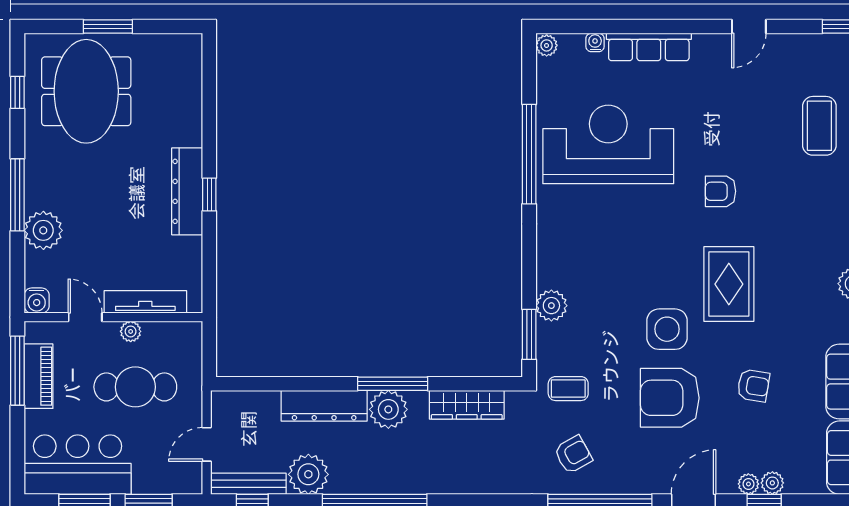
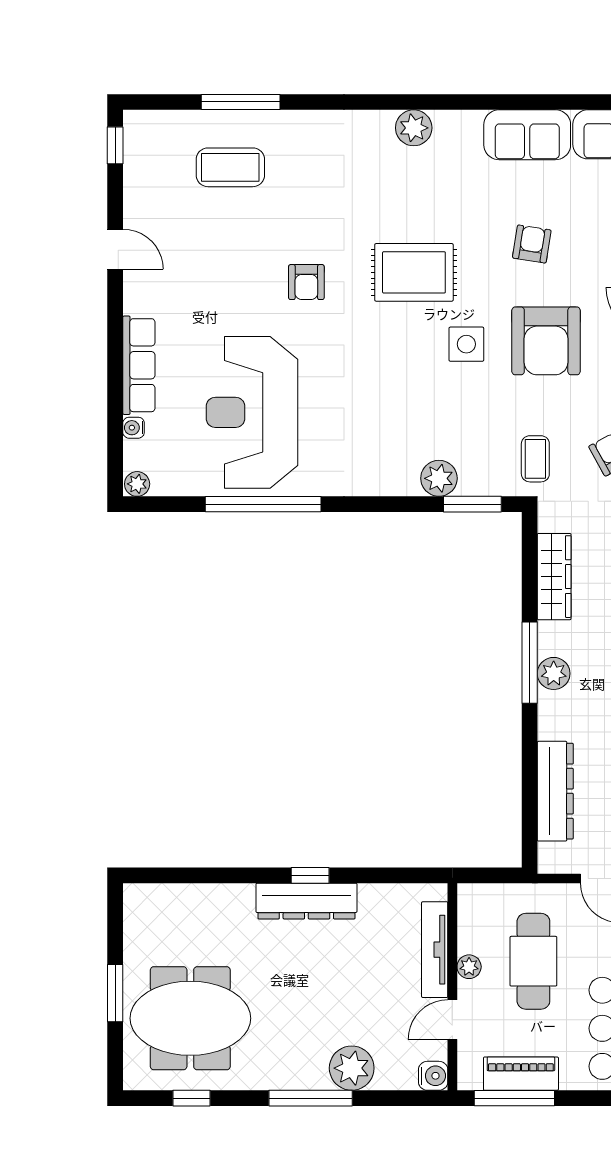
side table: (667, 329) -> (466, 344), width x0.73, depth x0.73
dresser: (324, 406) -> (555, 791), moved
plant: (388, 409) -> (554, 673), width x0.73, depth x0.73

